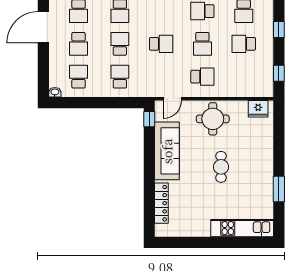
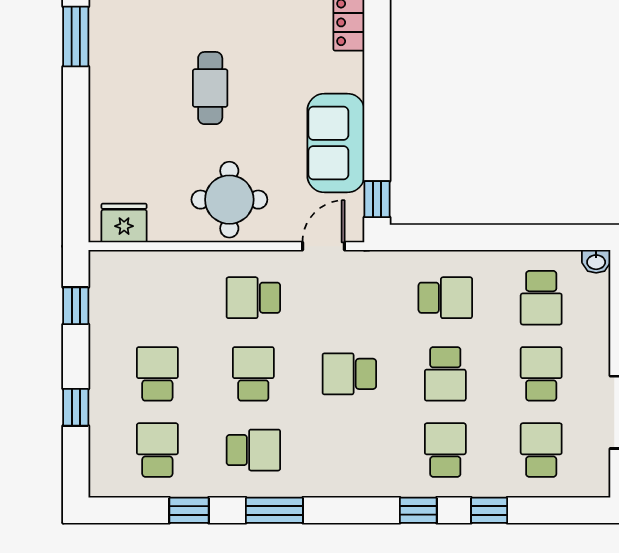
school desk: (244, 44) -> (157, 374), turned -90
school desk: (120, 77) -> (445, 298), turned -90
sofa: (167, 151) -> (336, 143), width x0.73

